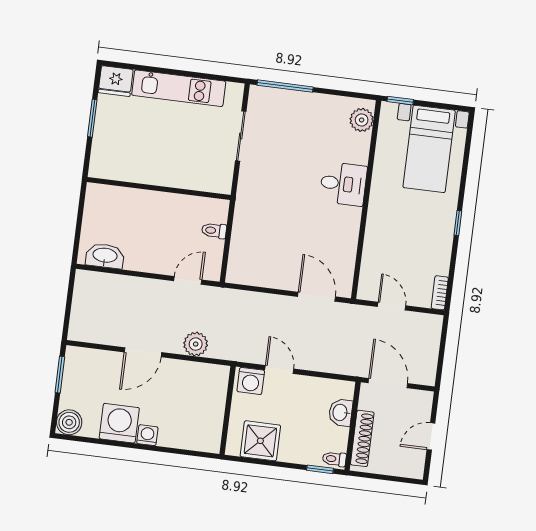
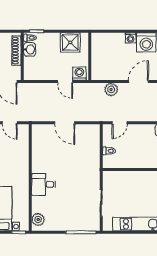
door: (317, 297) -> (65, 123), moved
washbasin: (341, 413) -> (30, 49), moved

